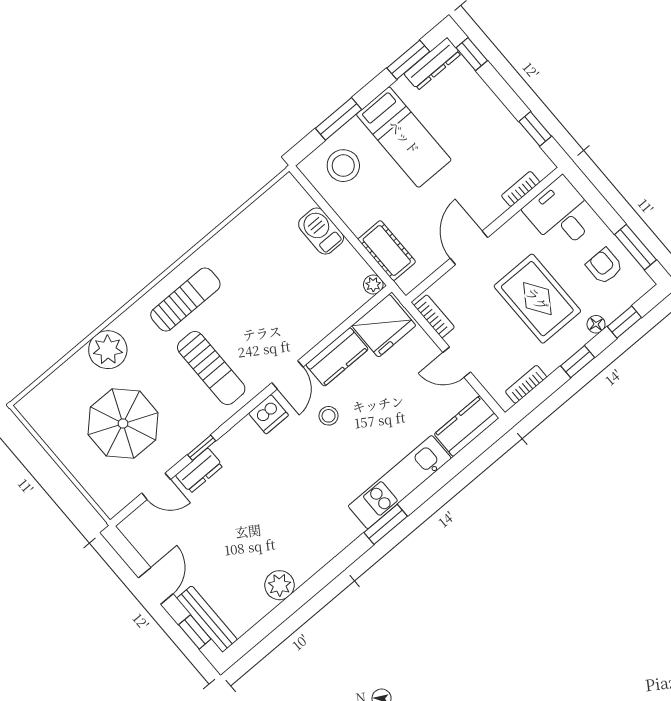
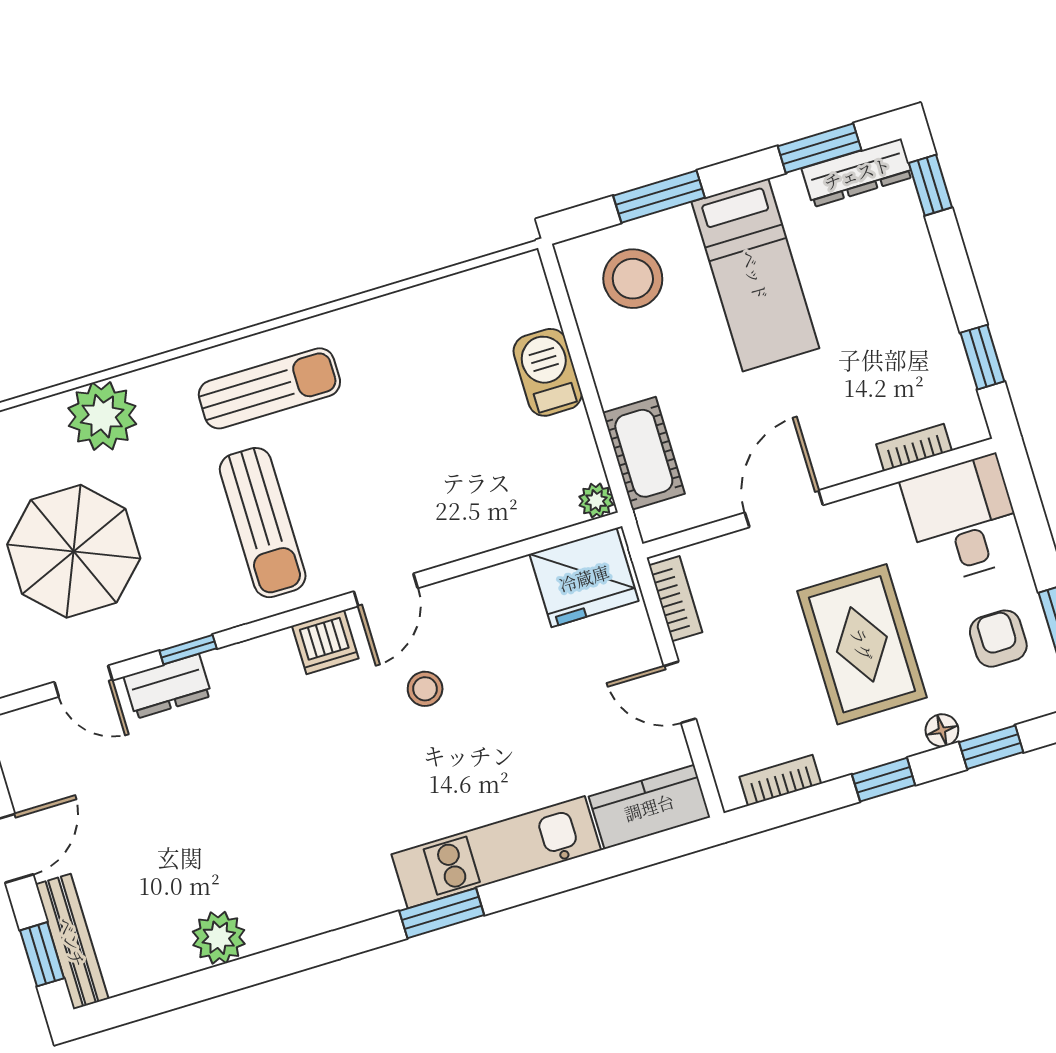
kitchen counter: (337, 357) -> (482, 596), removed

